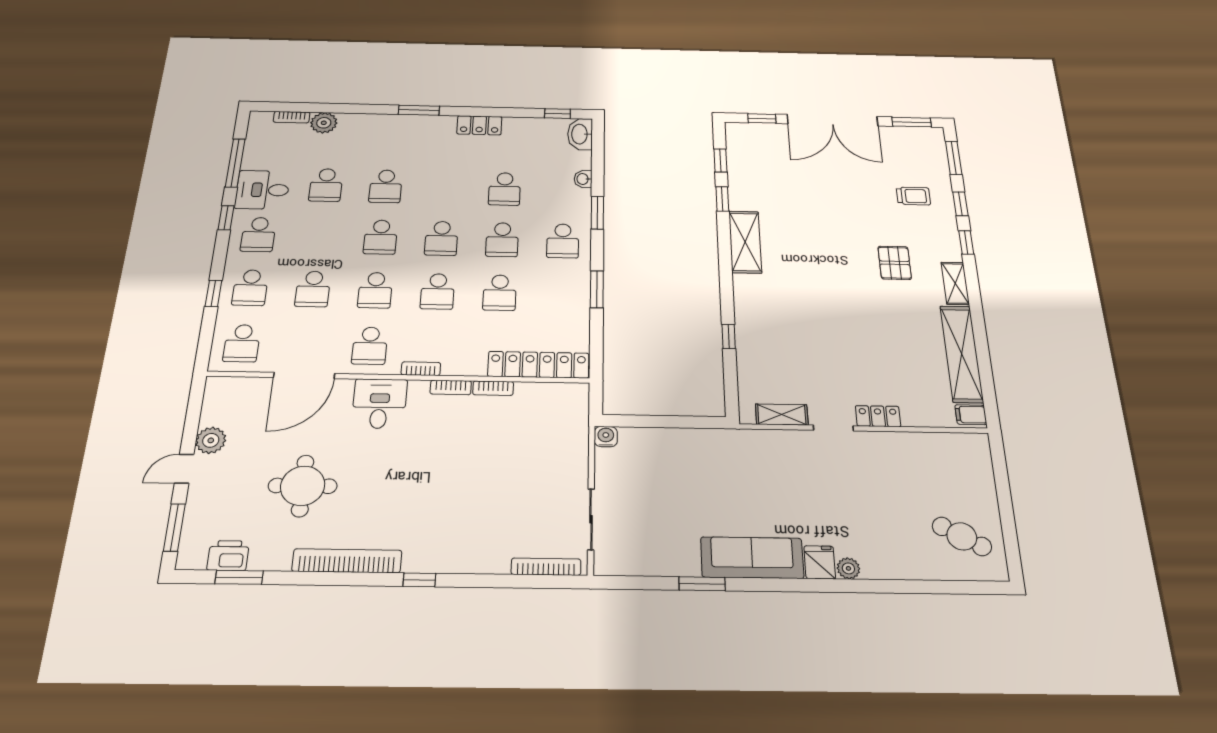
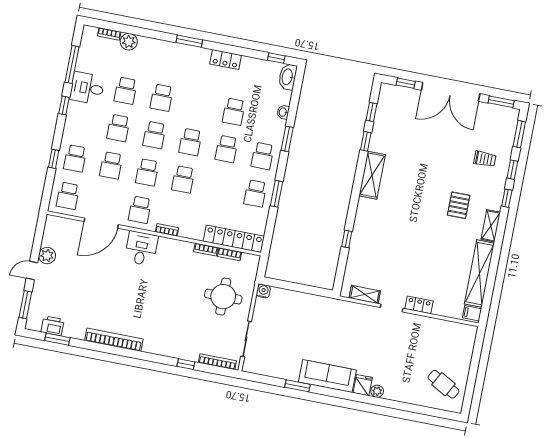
school desk: (258, 234) -> (118, 128), moved
school desk: (500, 293) -> (255, 193), moved
bookcase: (451, 387) -> (229, 254), moved
round table: (303, 486) -> (223, 297), moved
window: (419, 580) -> (186, 364), moved

